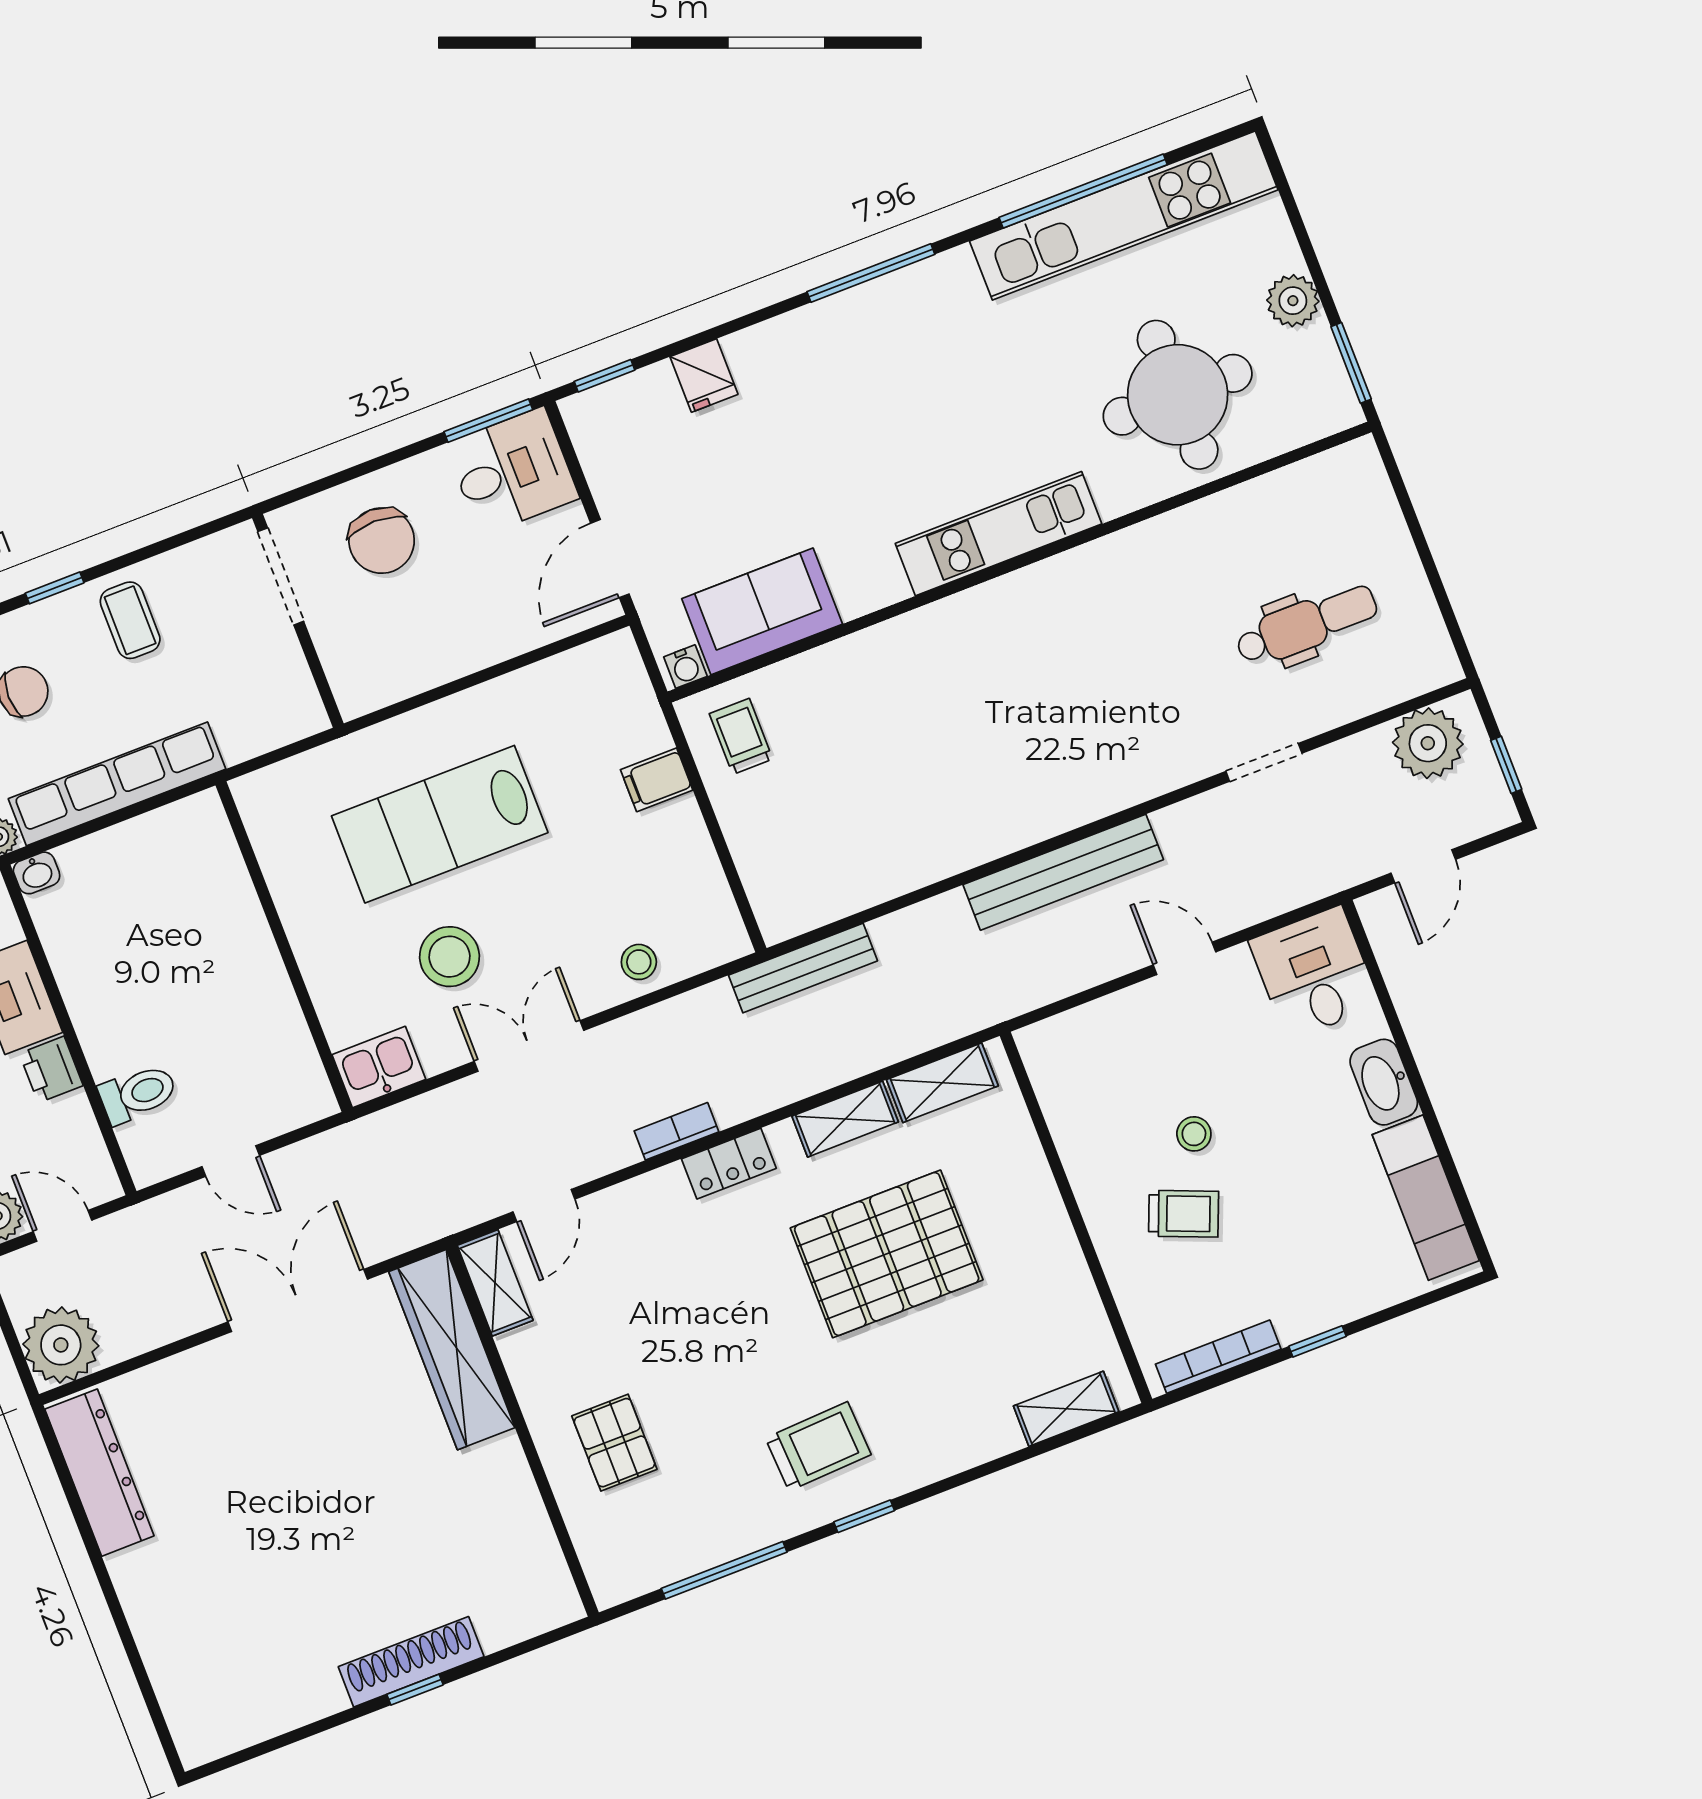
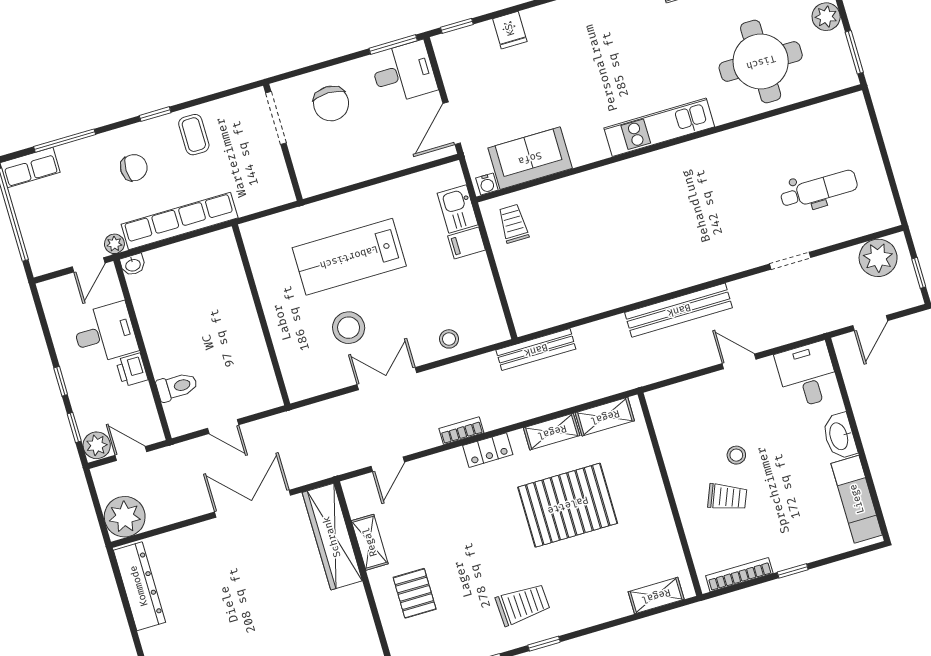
kitchen sink: (379, 1067) -> (458, 209), moved, turned -90
shelving: (495, 1283) -> (370, 542), moved

